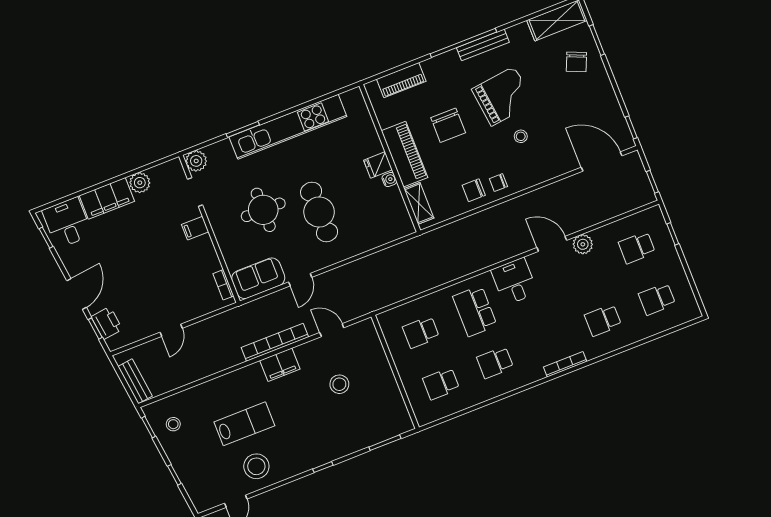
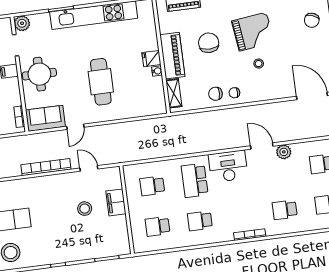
chair: (448, 125) -> (209, 43), turned 180
round table: (263, 210) -> (39, 74), moved
desk: (514, 281) -> (228, 166), width x1.37
filing cabinet: (280, 365) -> (116, 202), moved, turned 90

